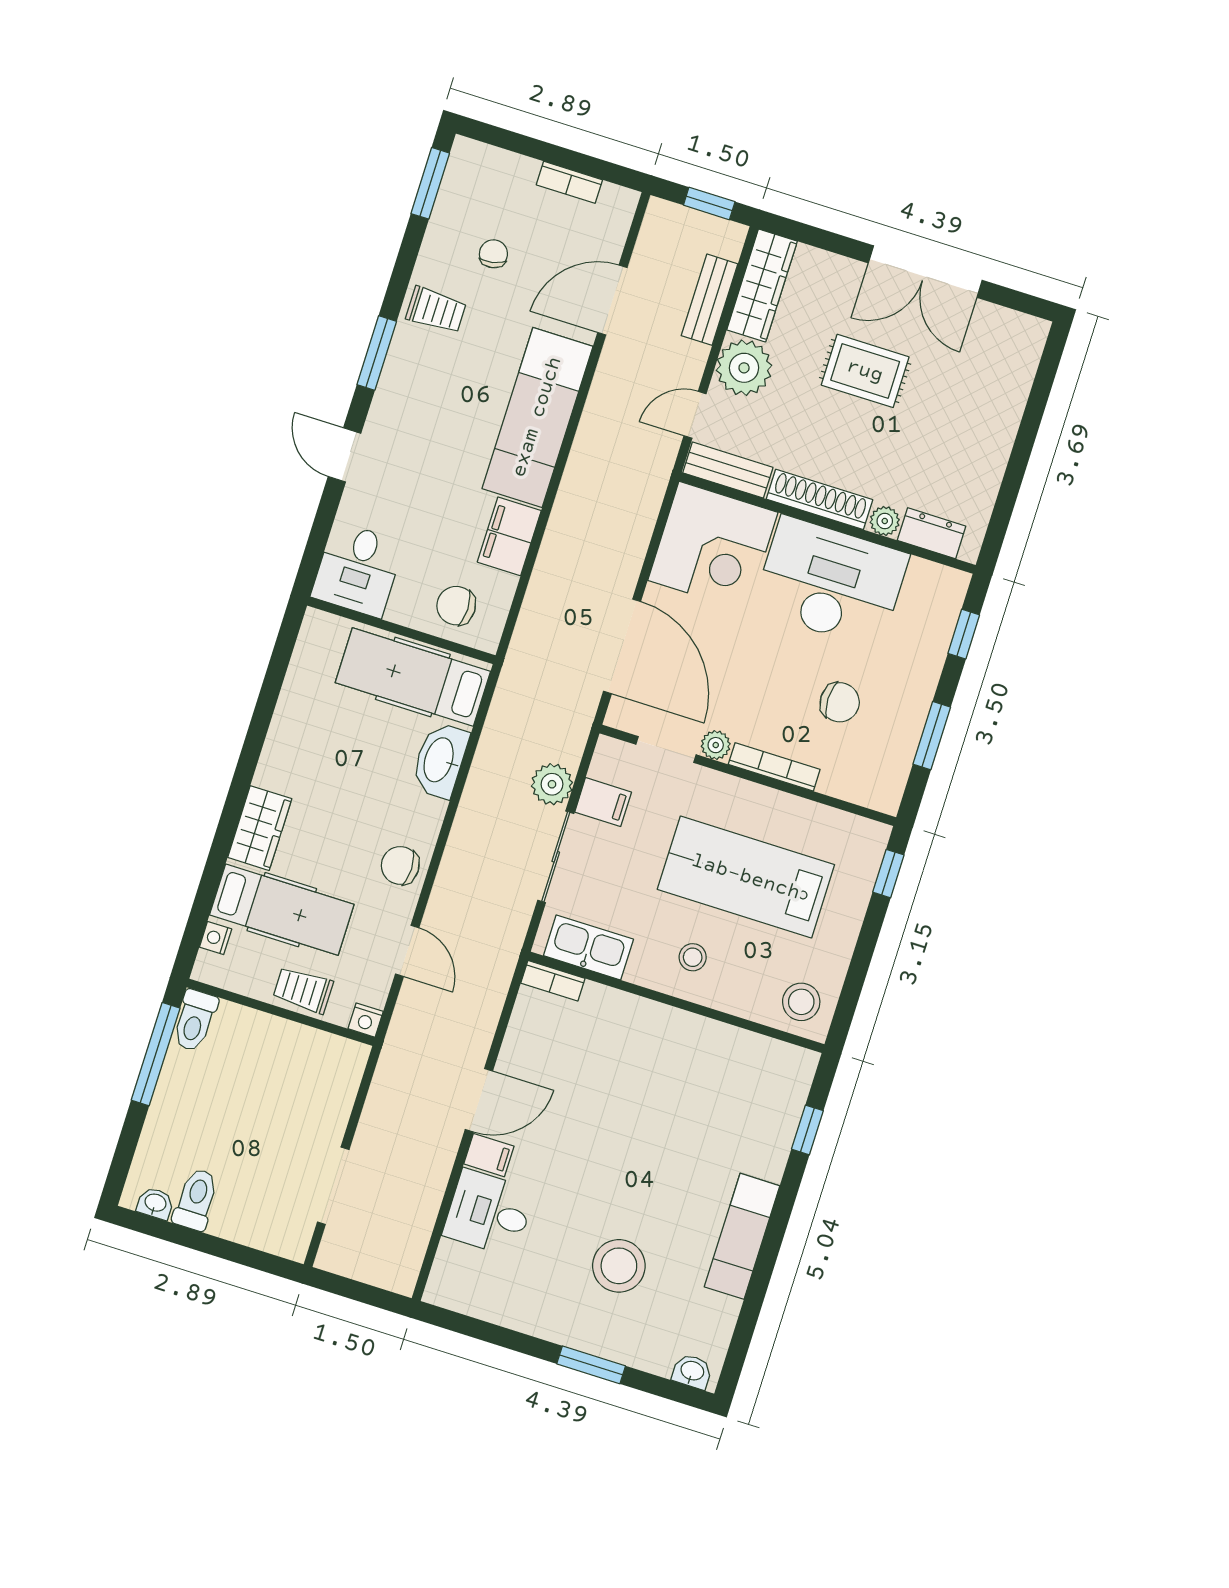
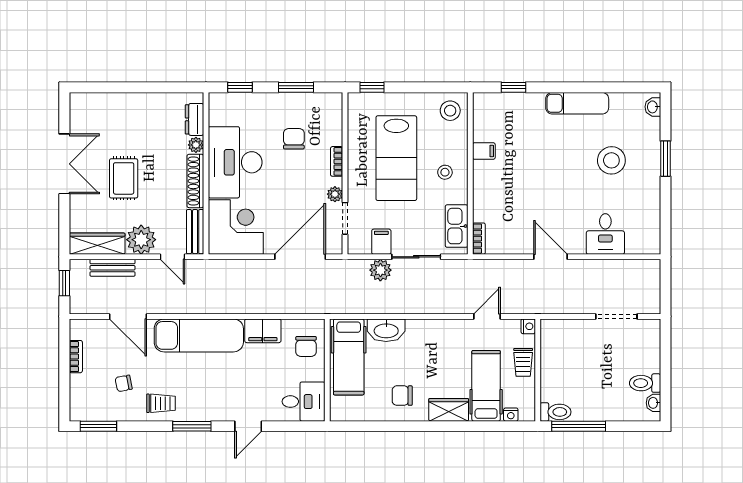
trolley: (436, 310) -> (161, 403), turned 90
bookcase: (774, 767) -> (337, 161), width x0.64
chair: (400, 865) -> (402, 396), moved, turned 90
filing cabinet: (489, 1155) -> (484, 151), moved, turned 90

